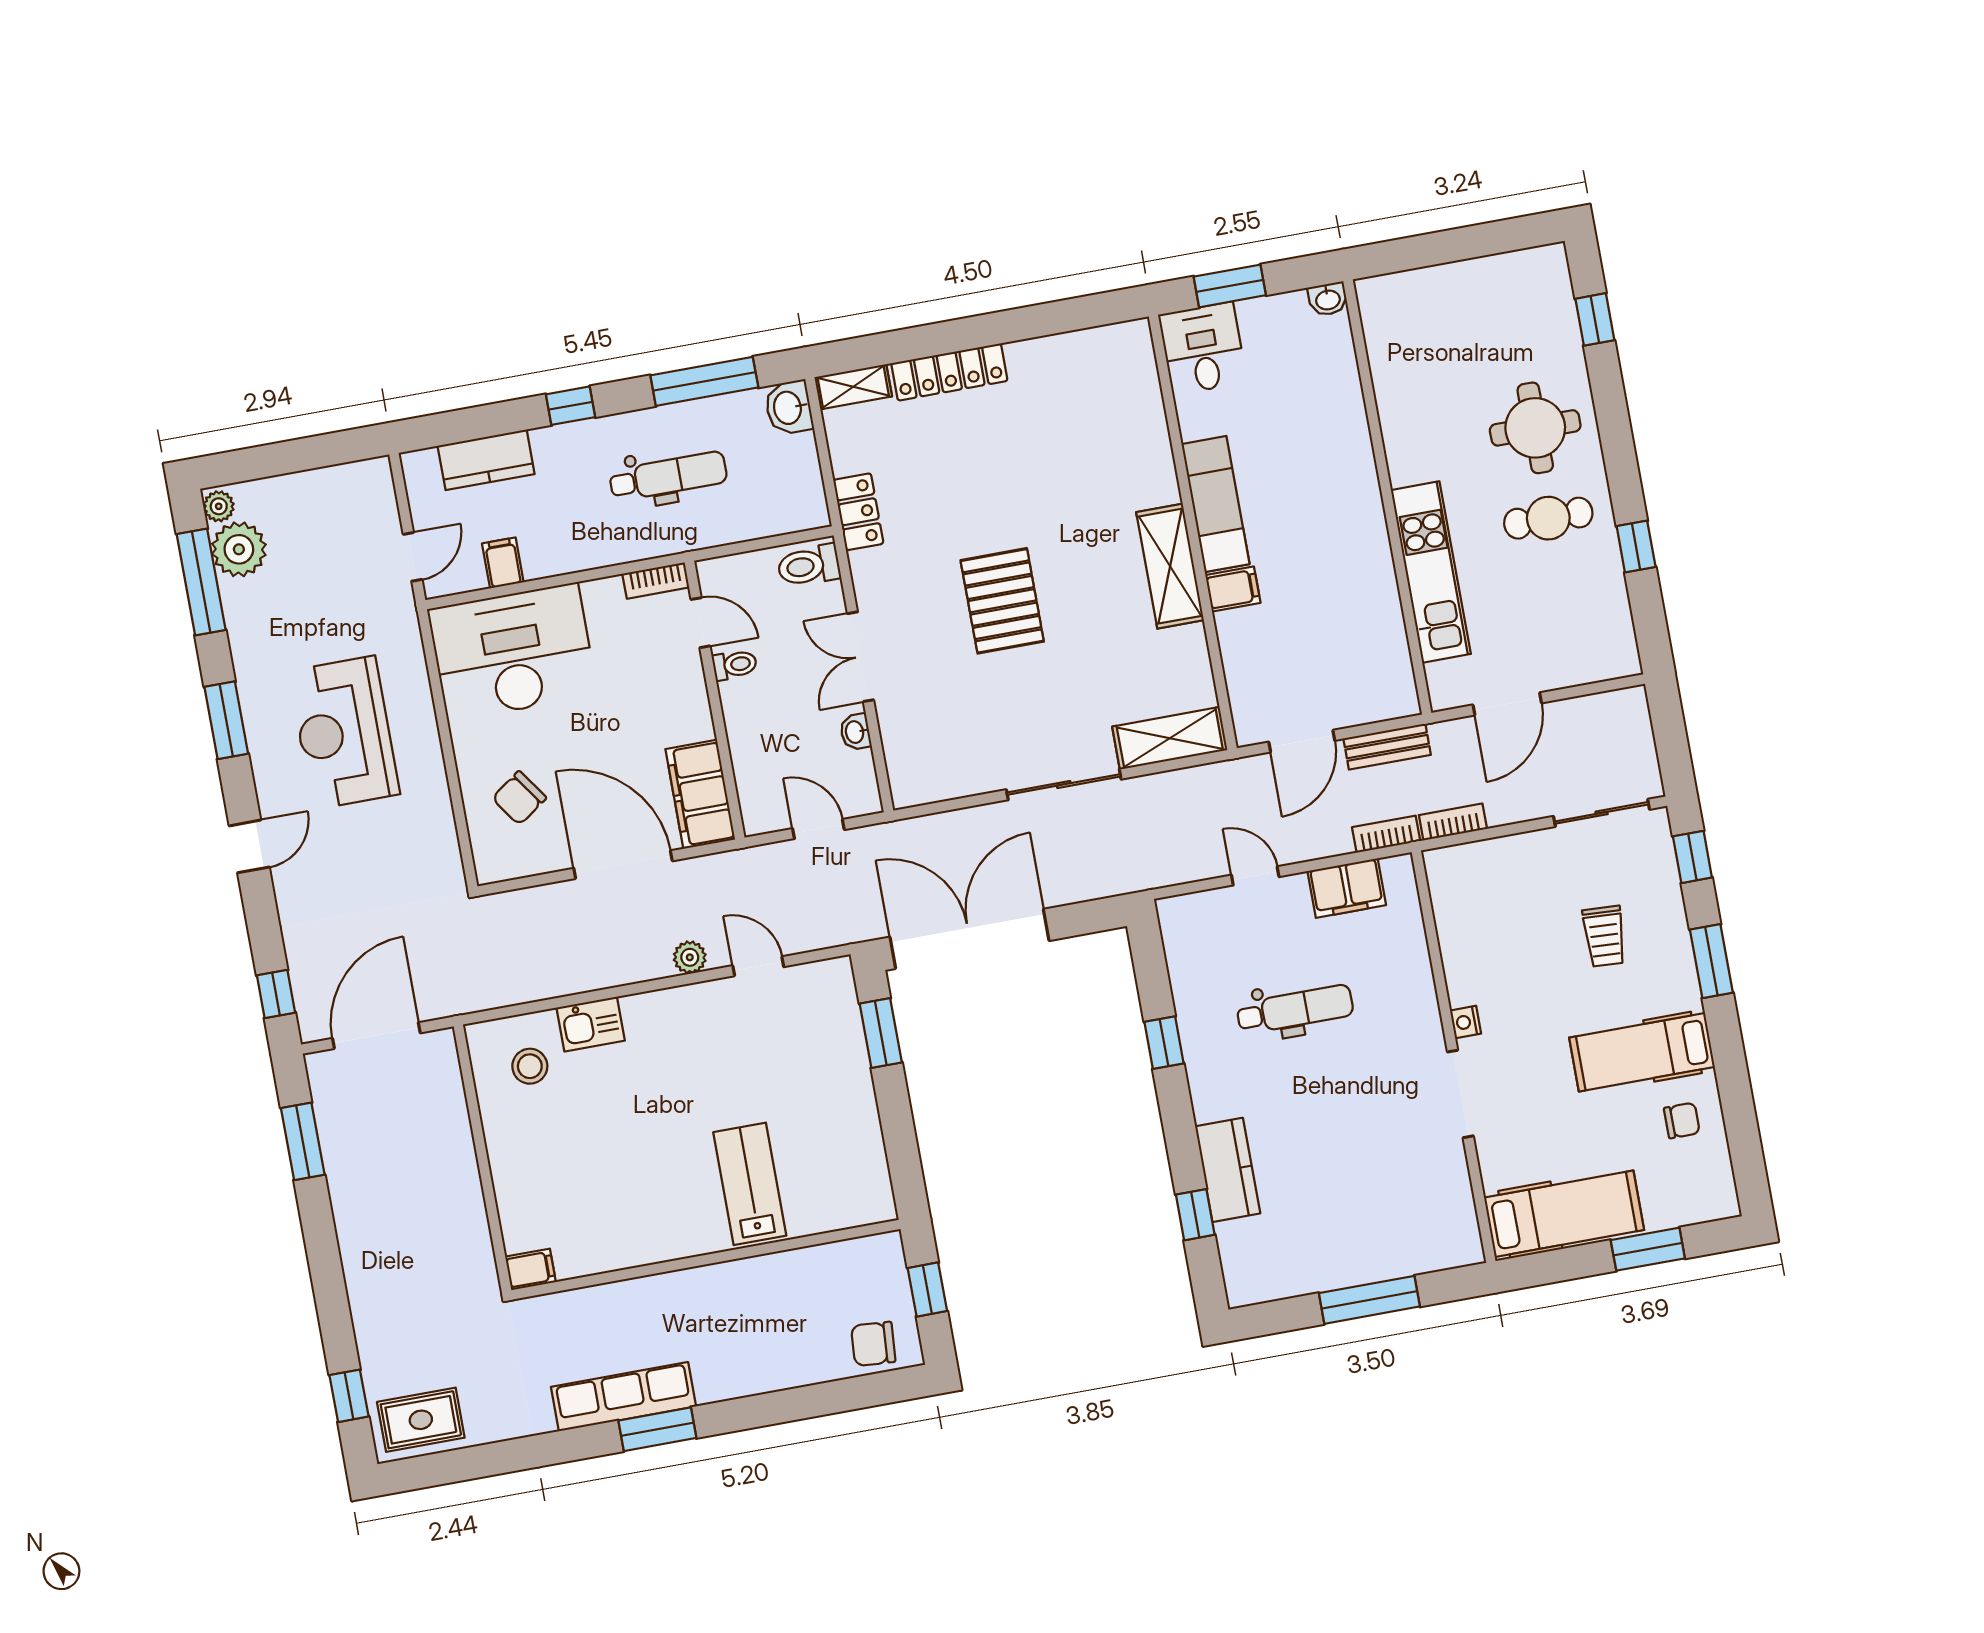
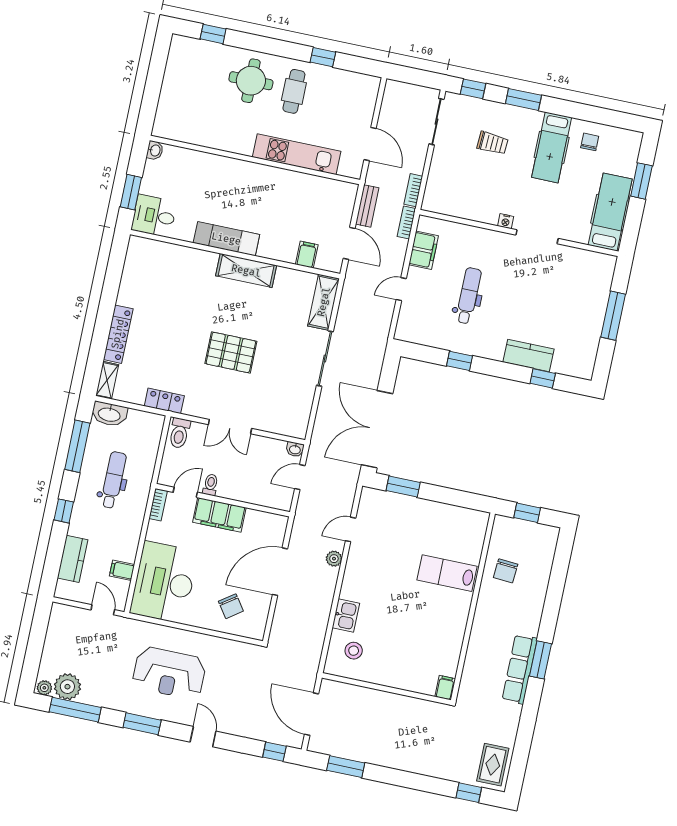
washbasin: (789, 408) -> (109, 414), width x1.38
filing cabinet: (1233, 589) -> (307, 255), moved
washbasin: (855, 732) -> (295, 449), moved
filing cabinet: (700, 794) -> (219, 515), moved
chair: (873, 1344) -> (506, 571), moved

